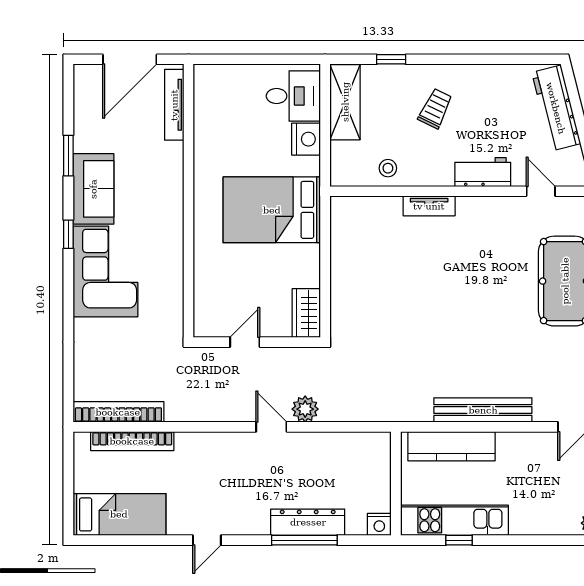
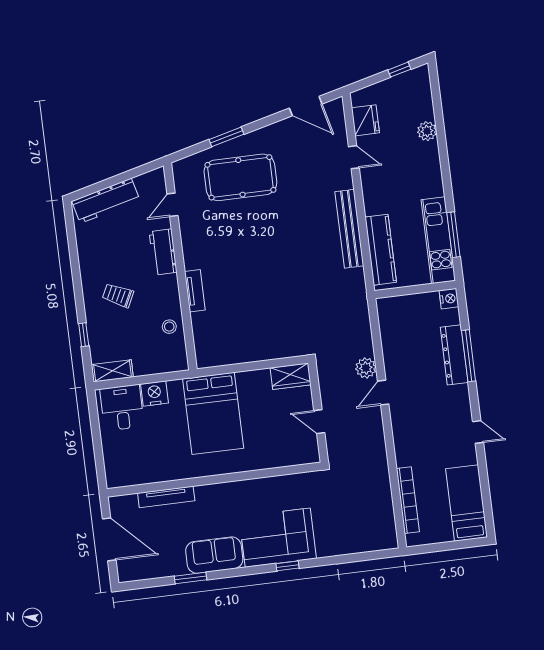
shelving: (345, 102) -> (112, 371), width x0.67, depth x0.75
tv unit: (174, 105) -> (166, 497), moved
window: (68, 234) -> (288, 566), moved
bookcase: (118, 412) -> (386, 514), removed
window: (459, 540) -> (453, 235), width x2.17

